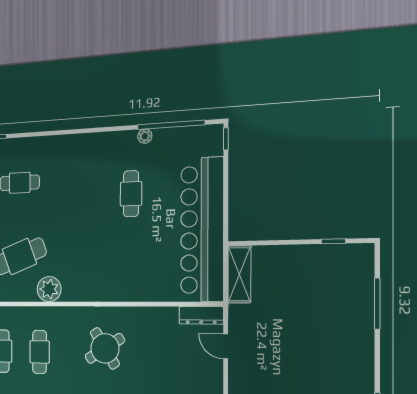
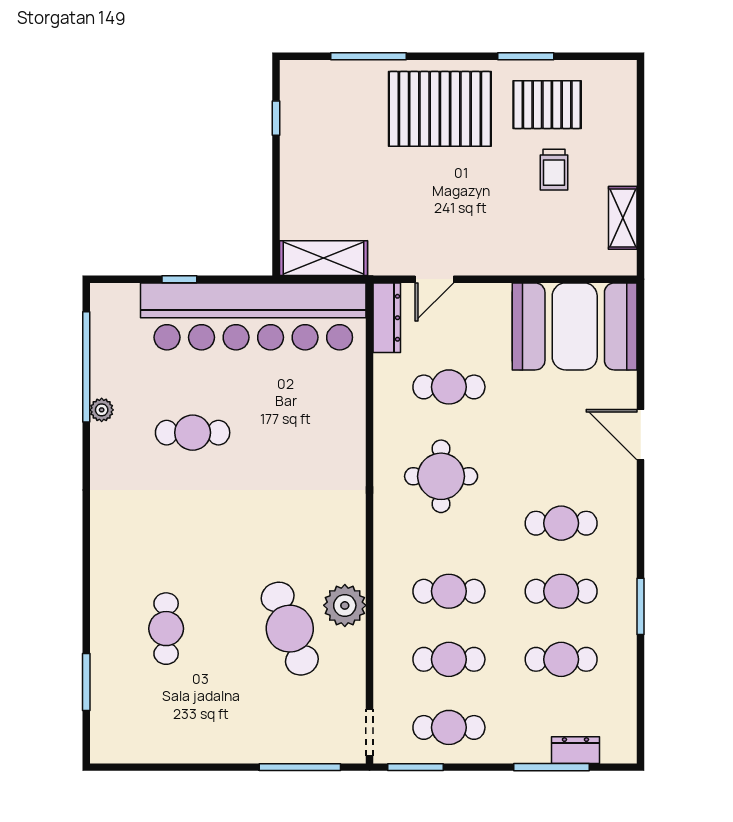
window: (226, 139) -> (179, 279), moved
plant: (49, 289) -> (345, 605), moved
round table: (105, 348) -> (441, 476), turned 32
pallet: (340, 352) -> (440, 109), added
cafe table: (158, 354) -> (449, 387), added

